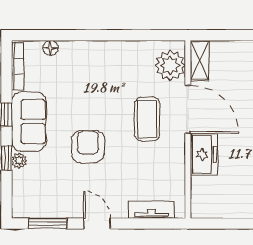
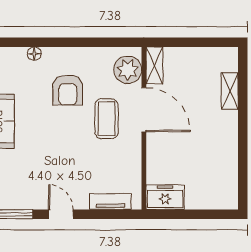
floor lamp: (50, 48) -> (34, 54), moved
armchair: (88, 147) -> (68, 90), moved, turned 180
freezer: (204, 155) -> (165, 197), moved, turned -90

